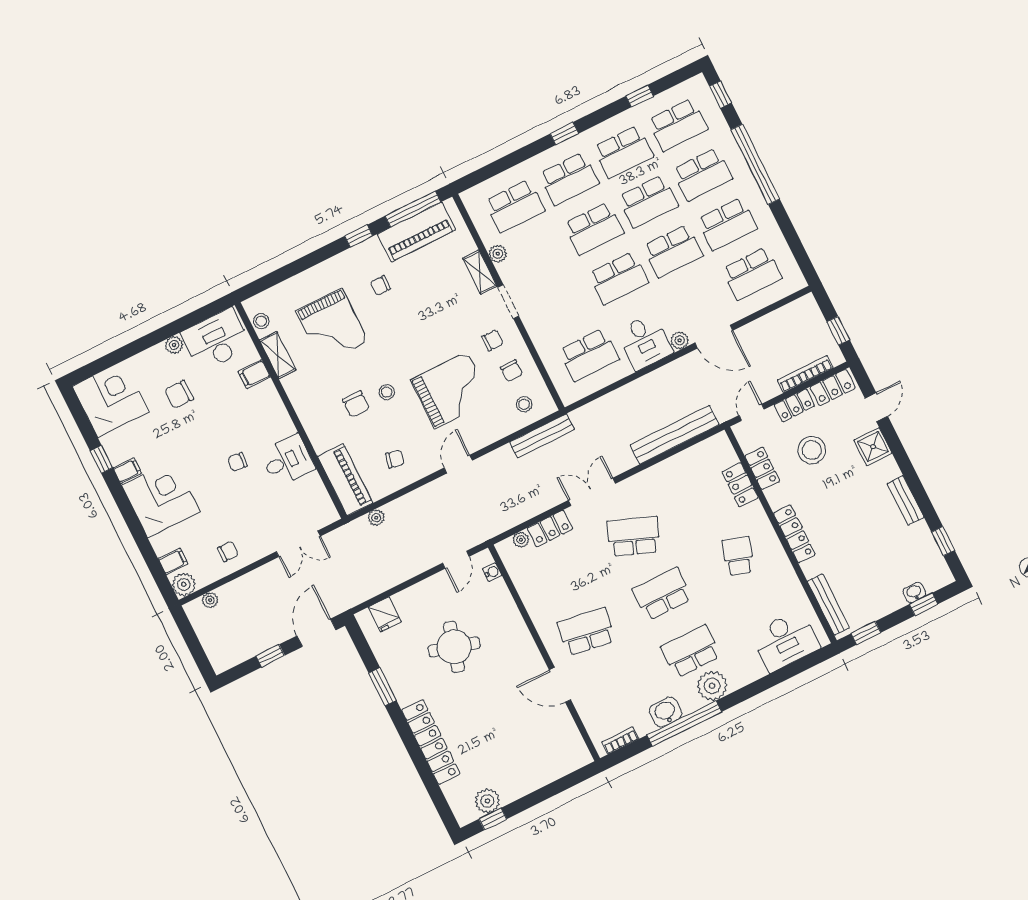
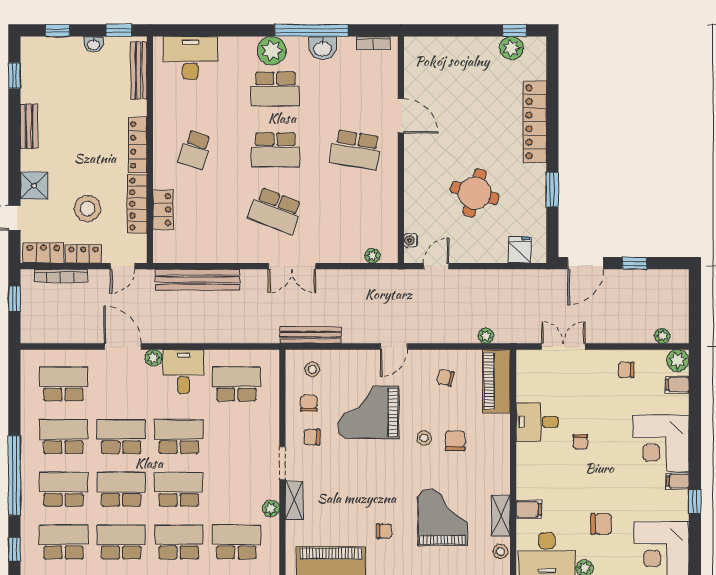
chair: (238, 462) -> (580, 442), turned 85
locker: (762, 468) -> (137, 204), width x1.53
locker: (550, 529) -> (343, 253), removed
washbasin: (914, 592) -> (93, 44), moved

